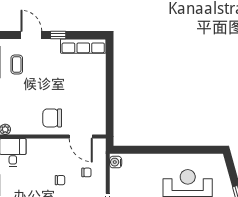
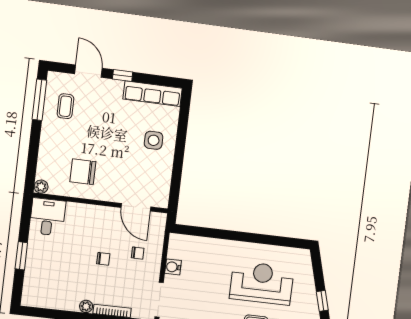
side table: (88, 82) -> (154, 140), added
chair: (52, 118) -> (83, 172), moved
water cooler: (116, 162) -> (173, 267), moved

